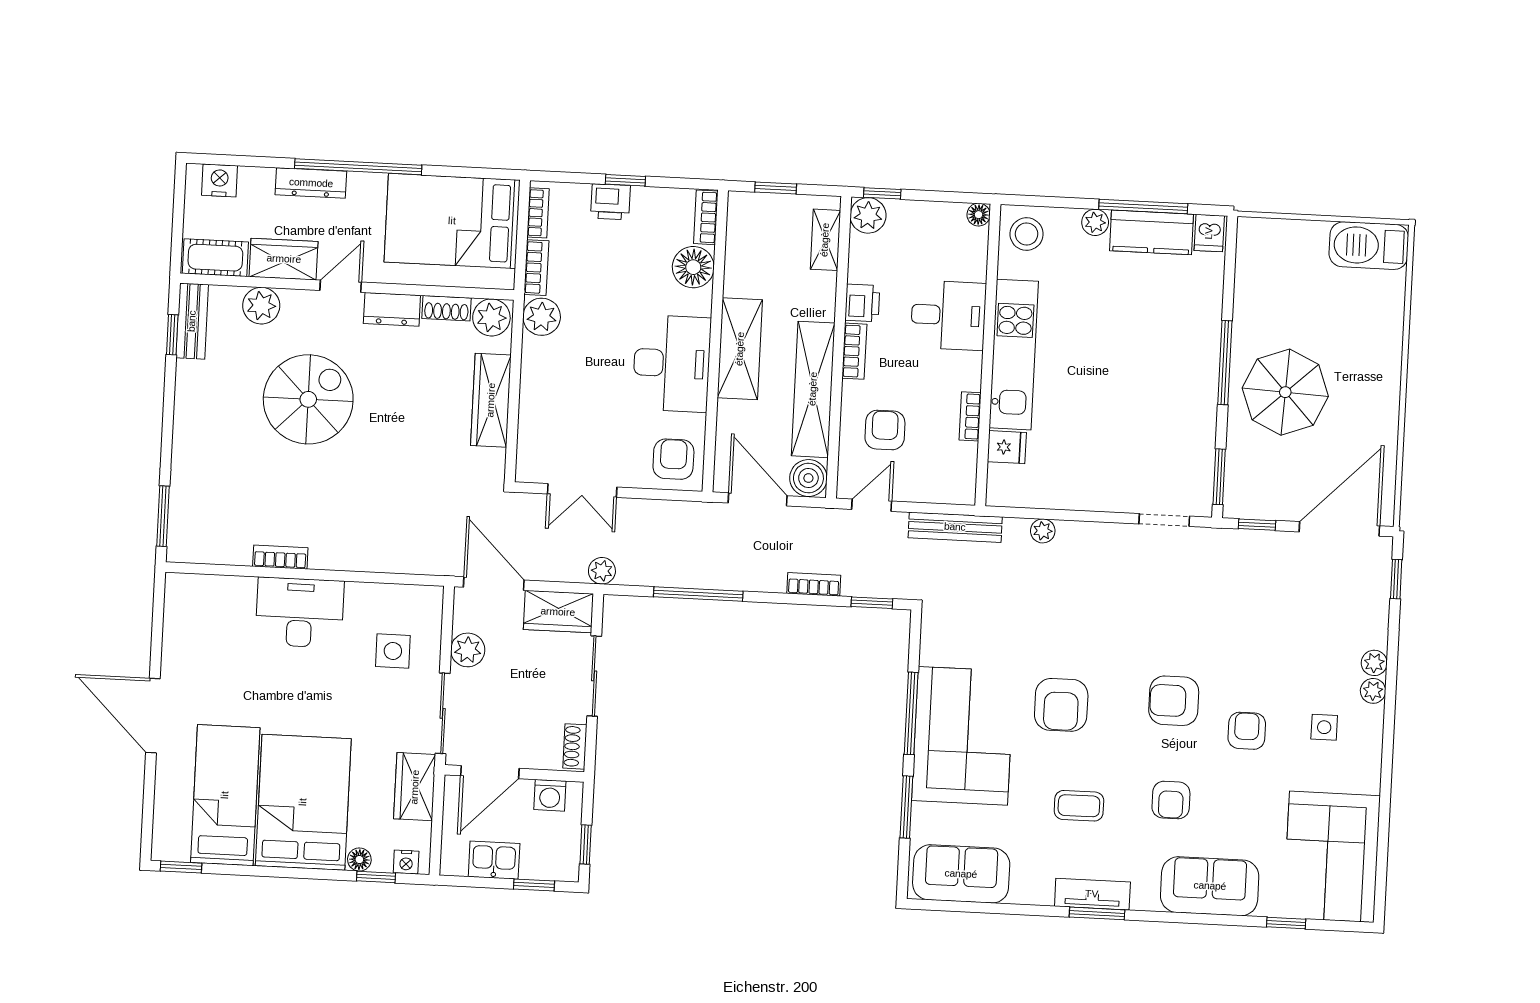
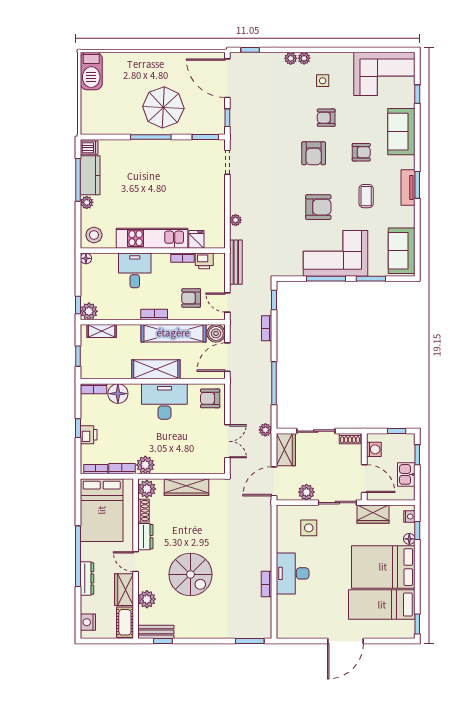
printer: (862, 303) -> (204, 261), moved, turned 180
spiral stairs: (308, 399) -> (190, 574), turned 180

